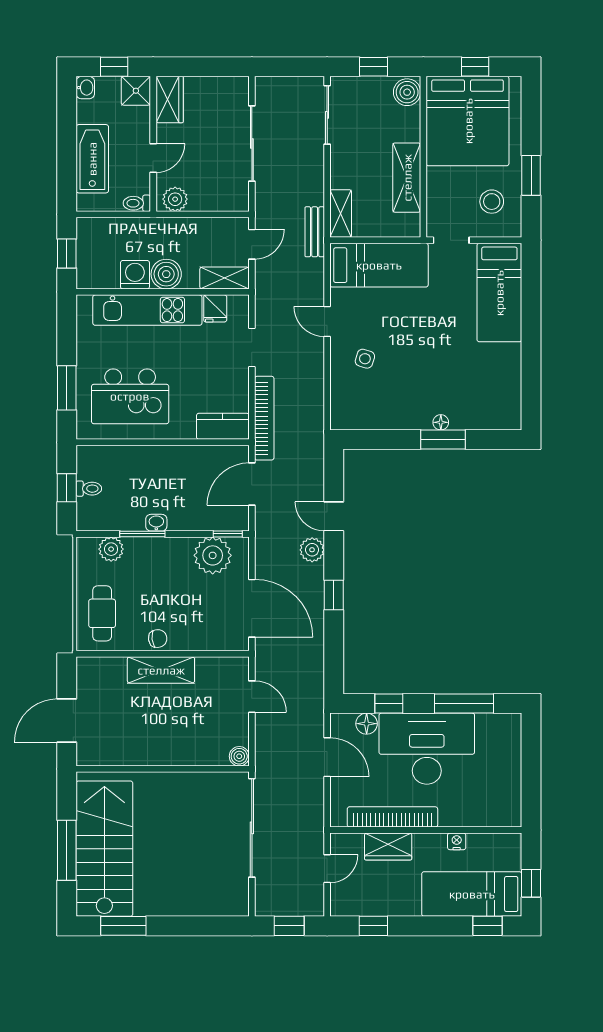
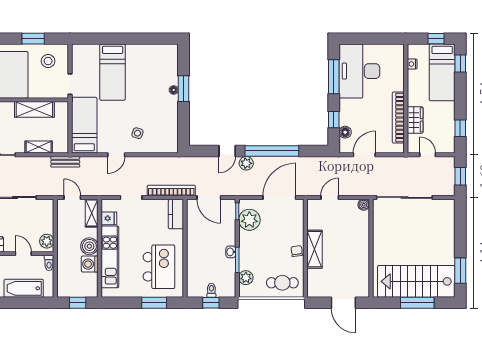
shelving: (341, 213) -> (39, 147), moved
bed: (499, 293) -> (113, 72), moved, turned 90
window: (334, 595) -> (272, 151), width x3.17
desk: (427, 749) -> (359, 71), moved
nightstand: (457, 841) -> (412, 64), moved

